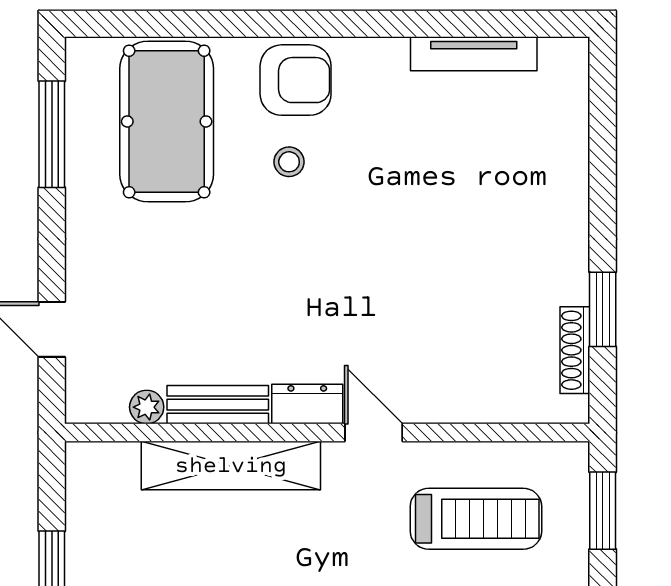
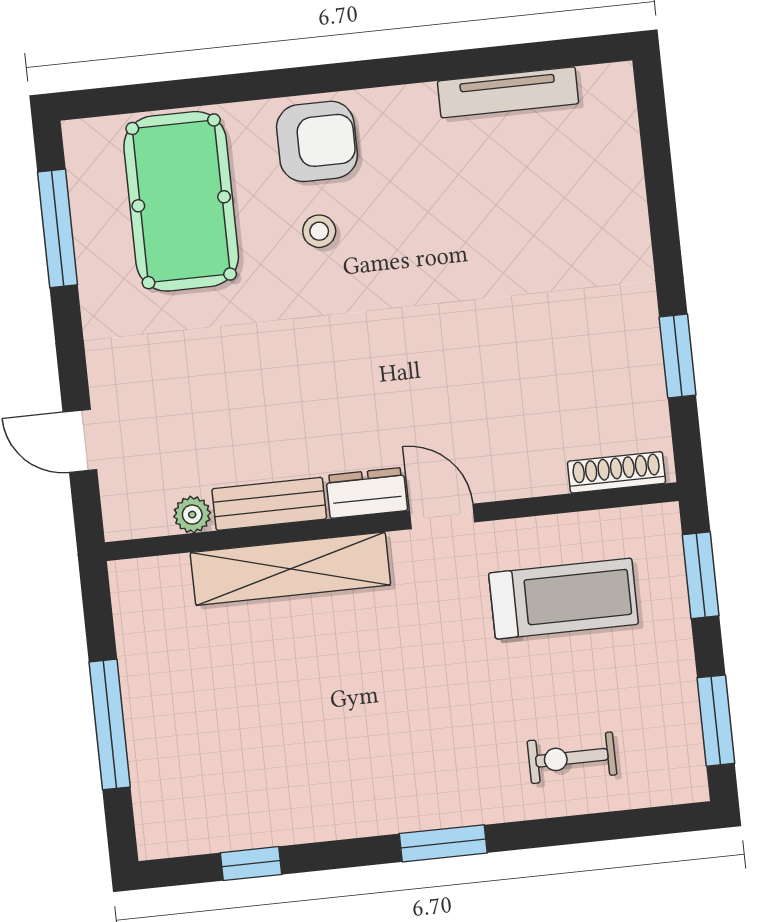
shoe rack: (575, 350) -> (616, 472), moved, turned 90

